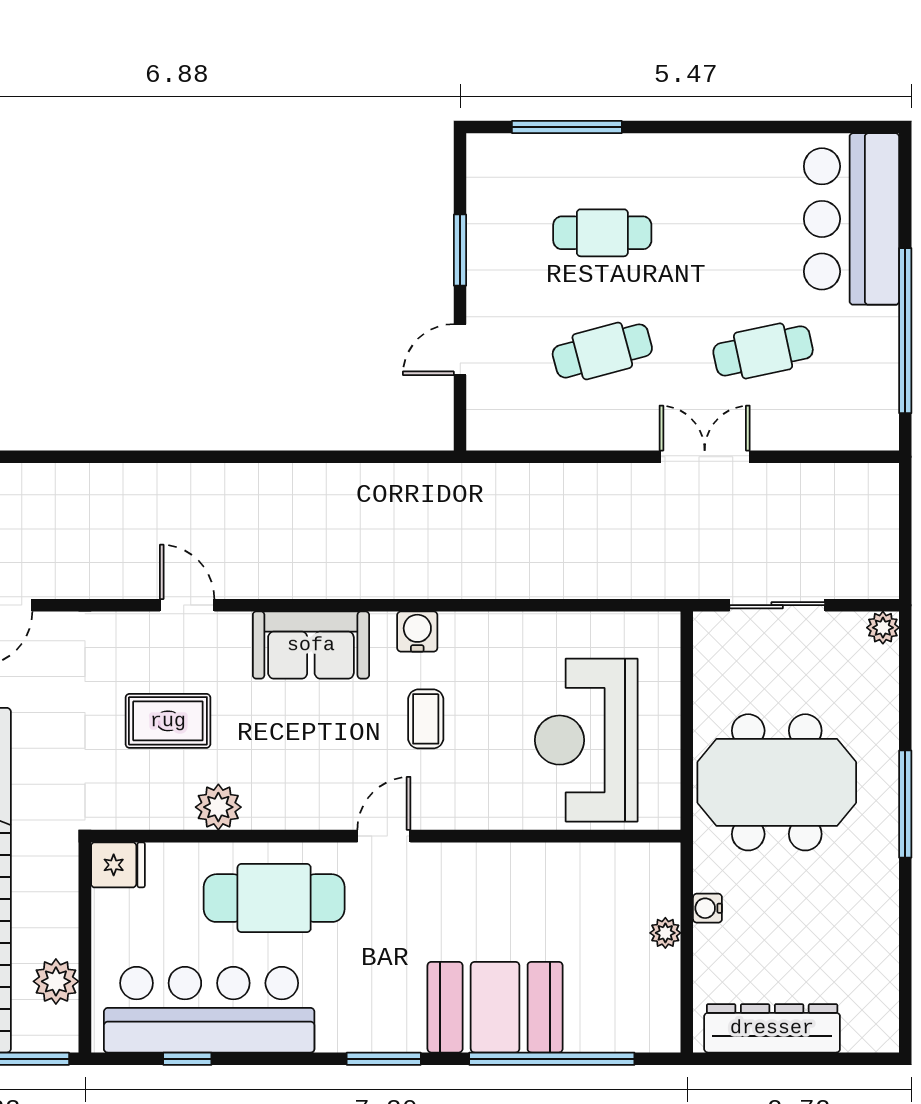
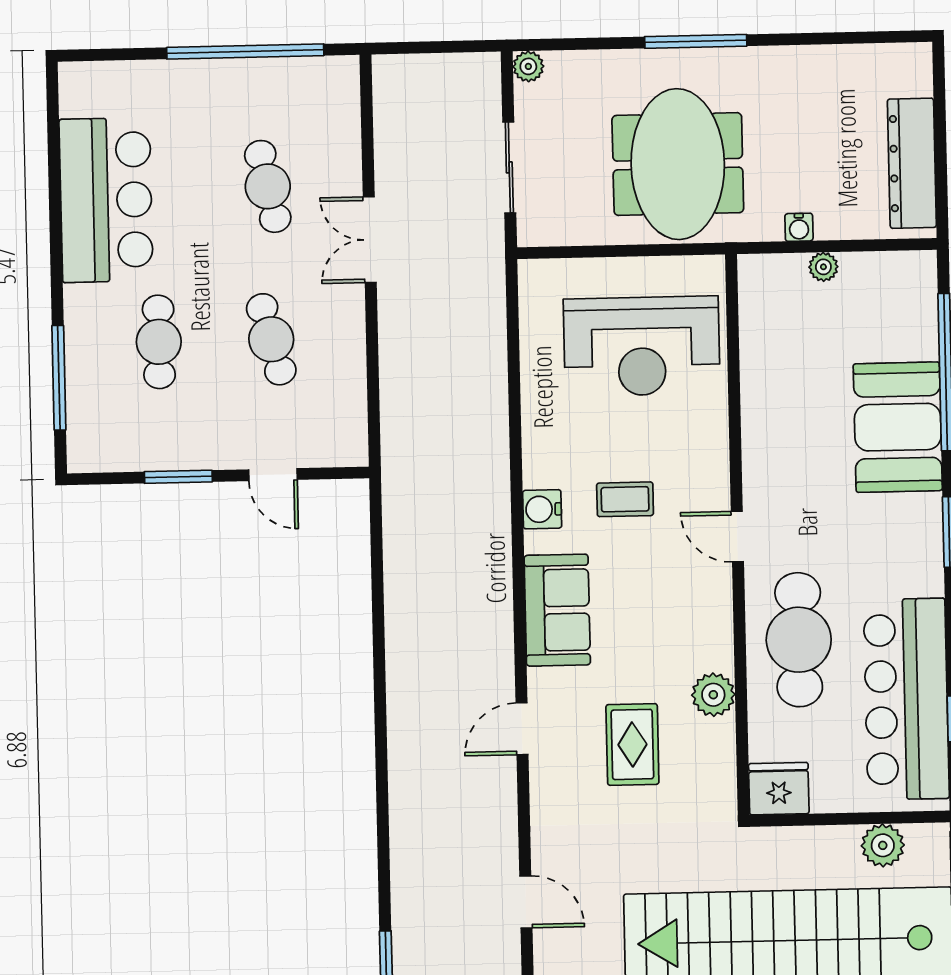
bar counter: (851, 219) -> (106, 200), moved, turned -90
fridge: (118, 865) -> (779, 789), width x1.38

